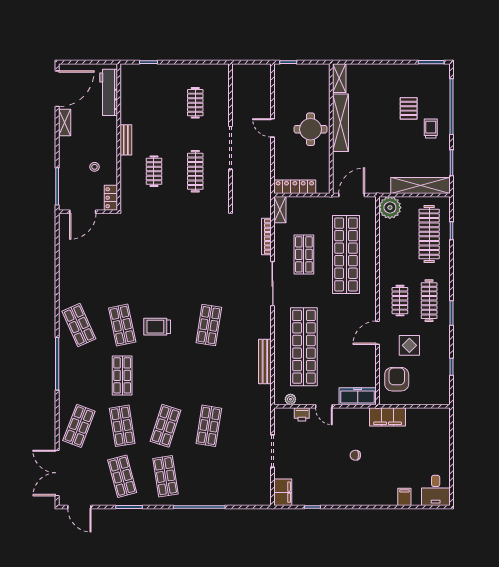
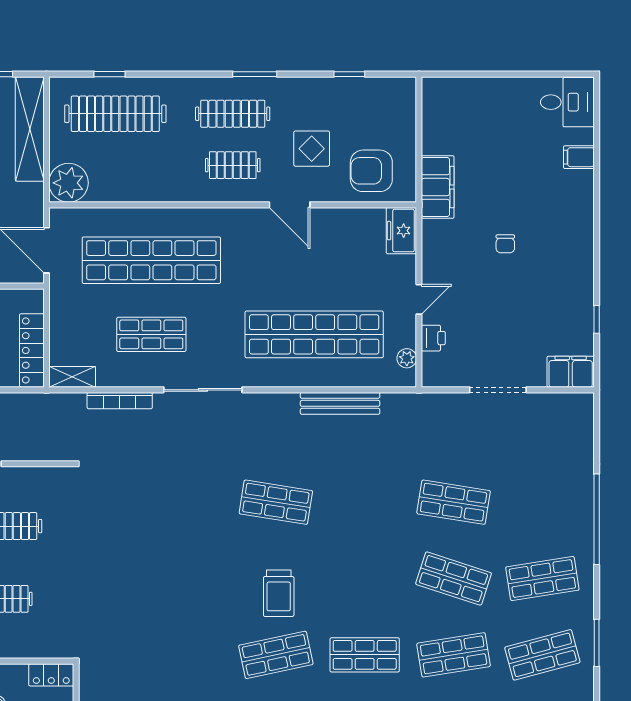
freezer: (358, 396) -> (401, 231), width x0.71

